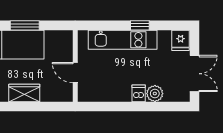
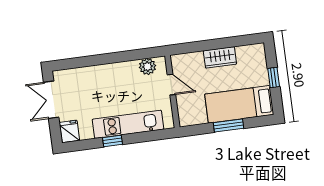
dishwasher: (139, 93) -> (105, 72), removed
plant: (155, 94) -> (147, 67), moved

